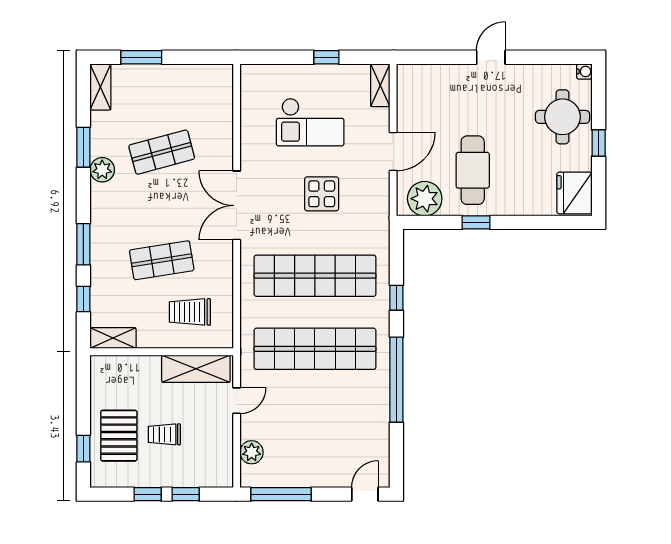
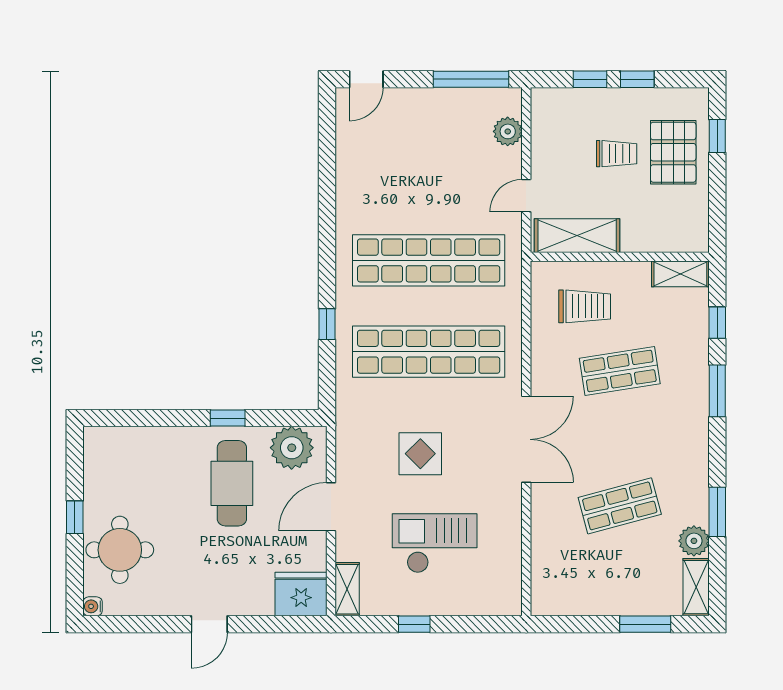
plant: (102, 170) -> (694, 541), moved
fridge: (574, 193) -> (301, 594), moved, turned -90
window: (396, 380) -> (327, 222), removed

